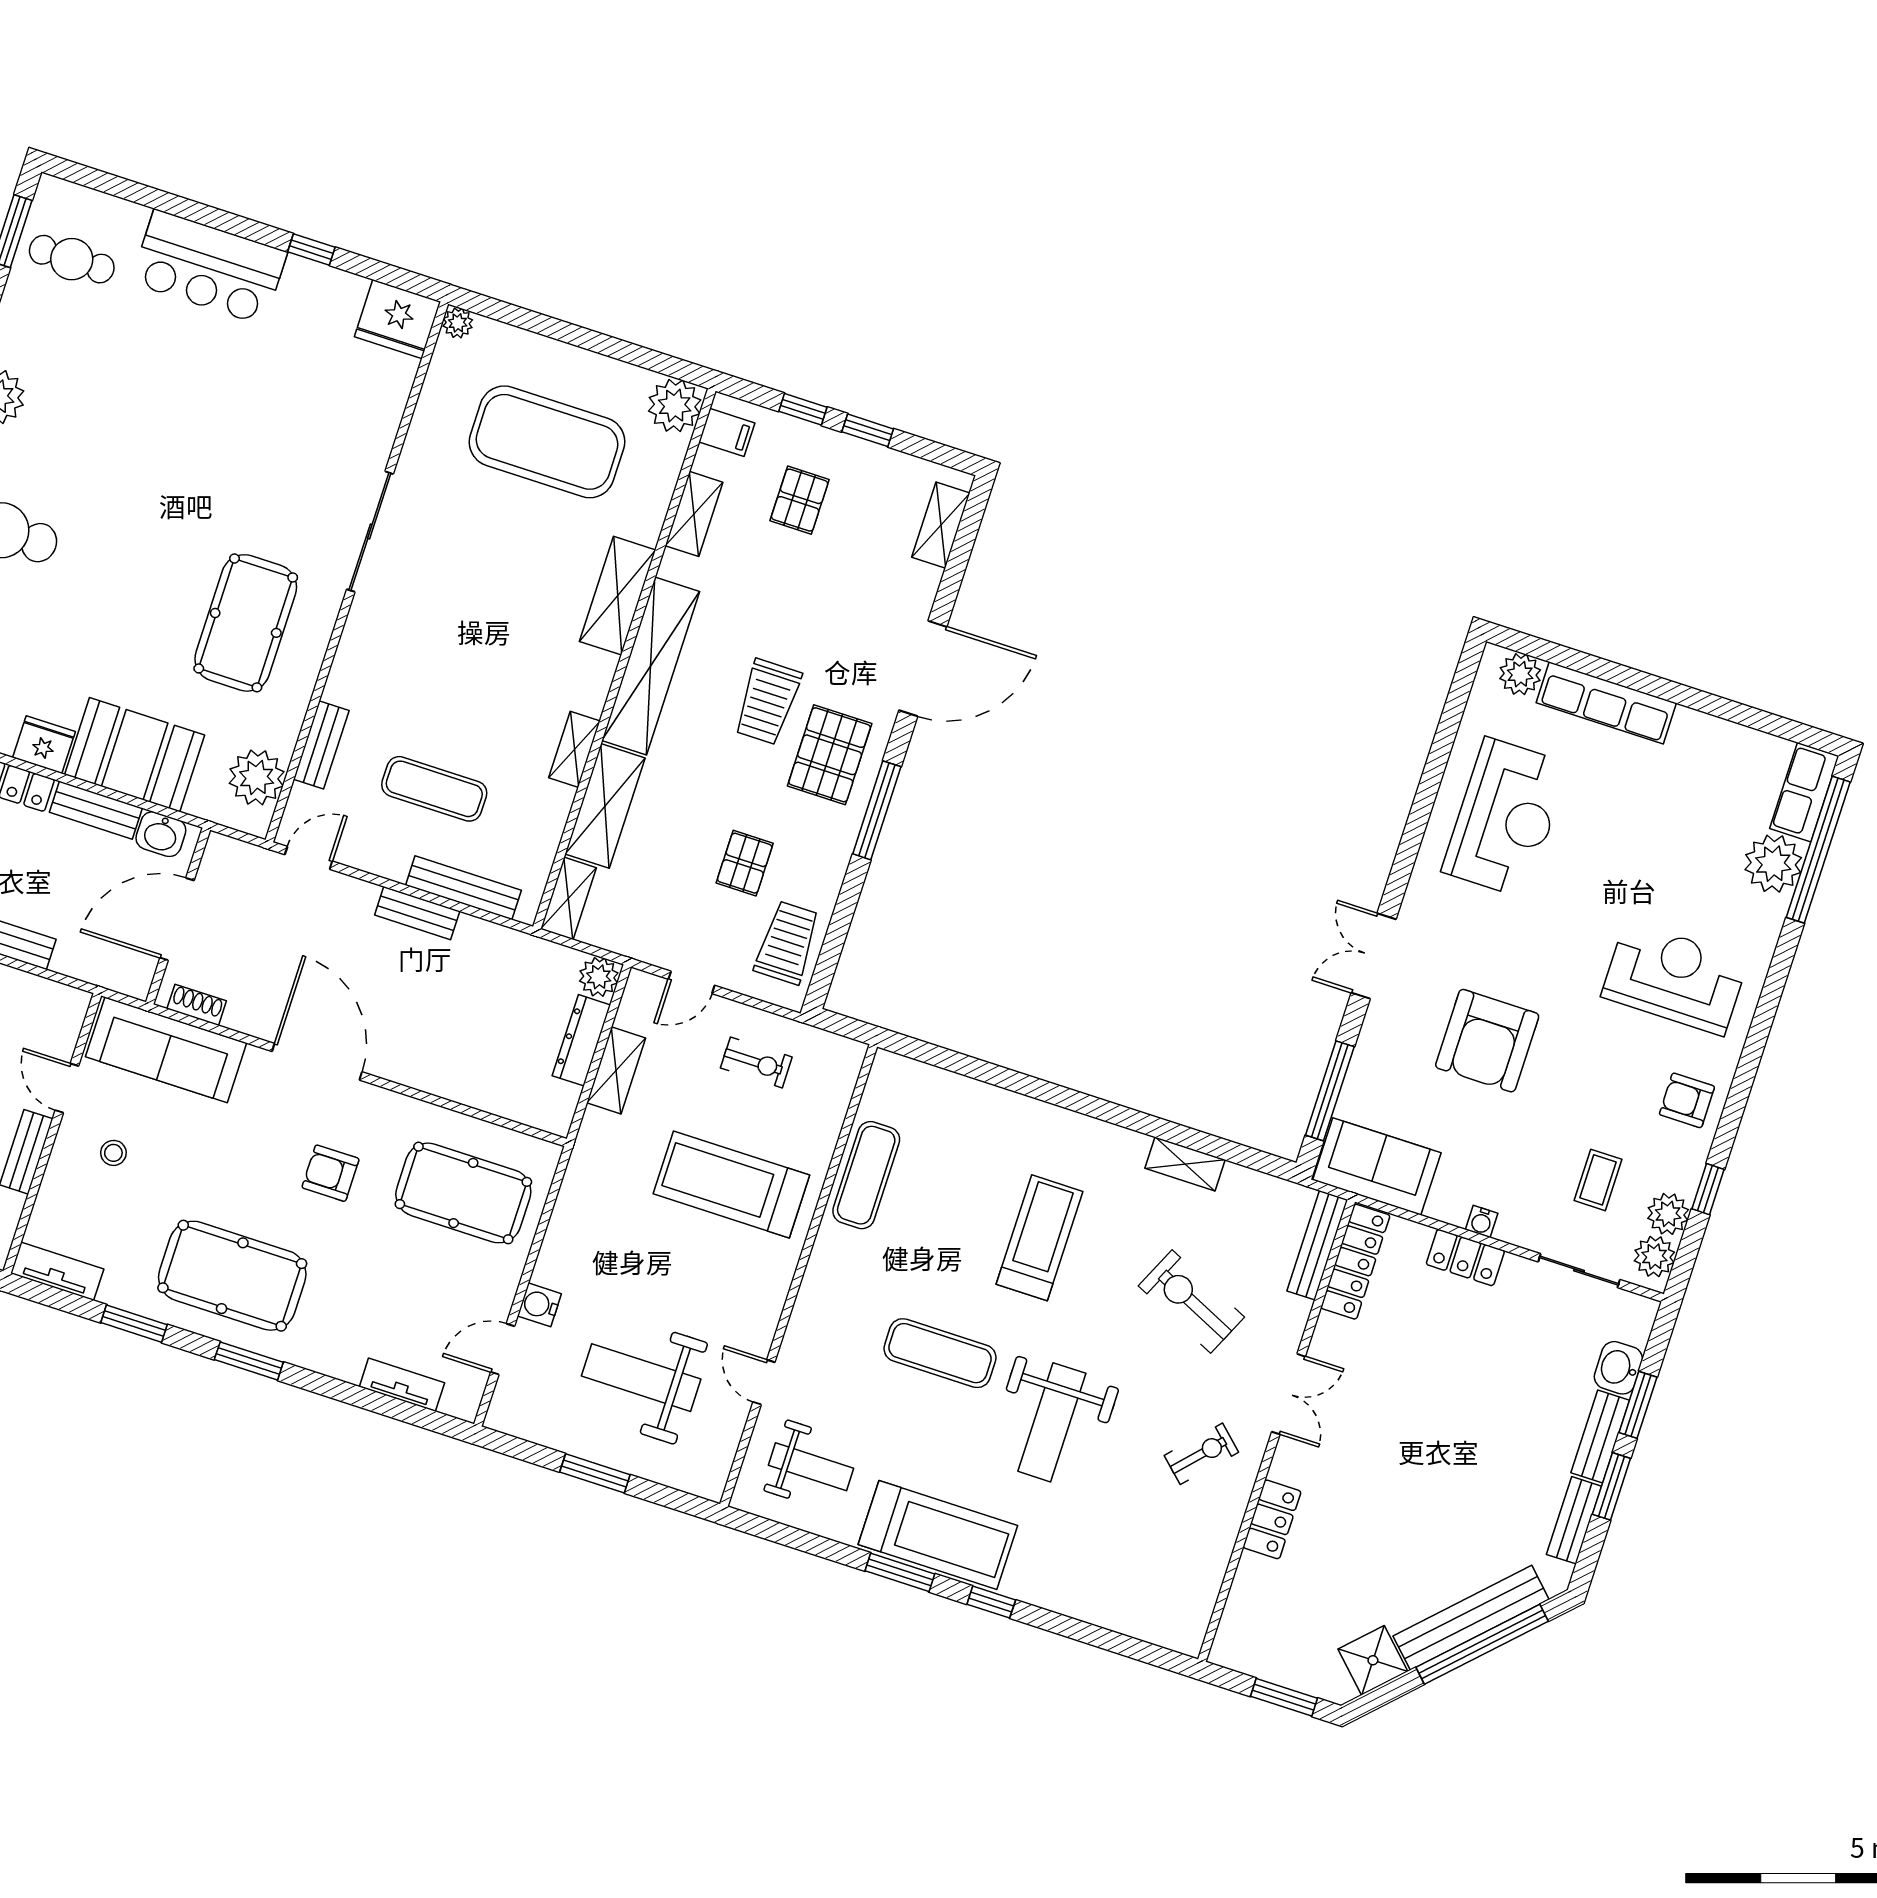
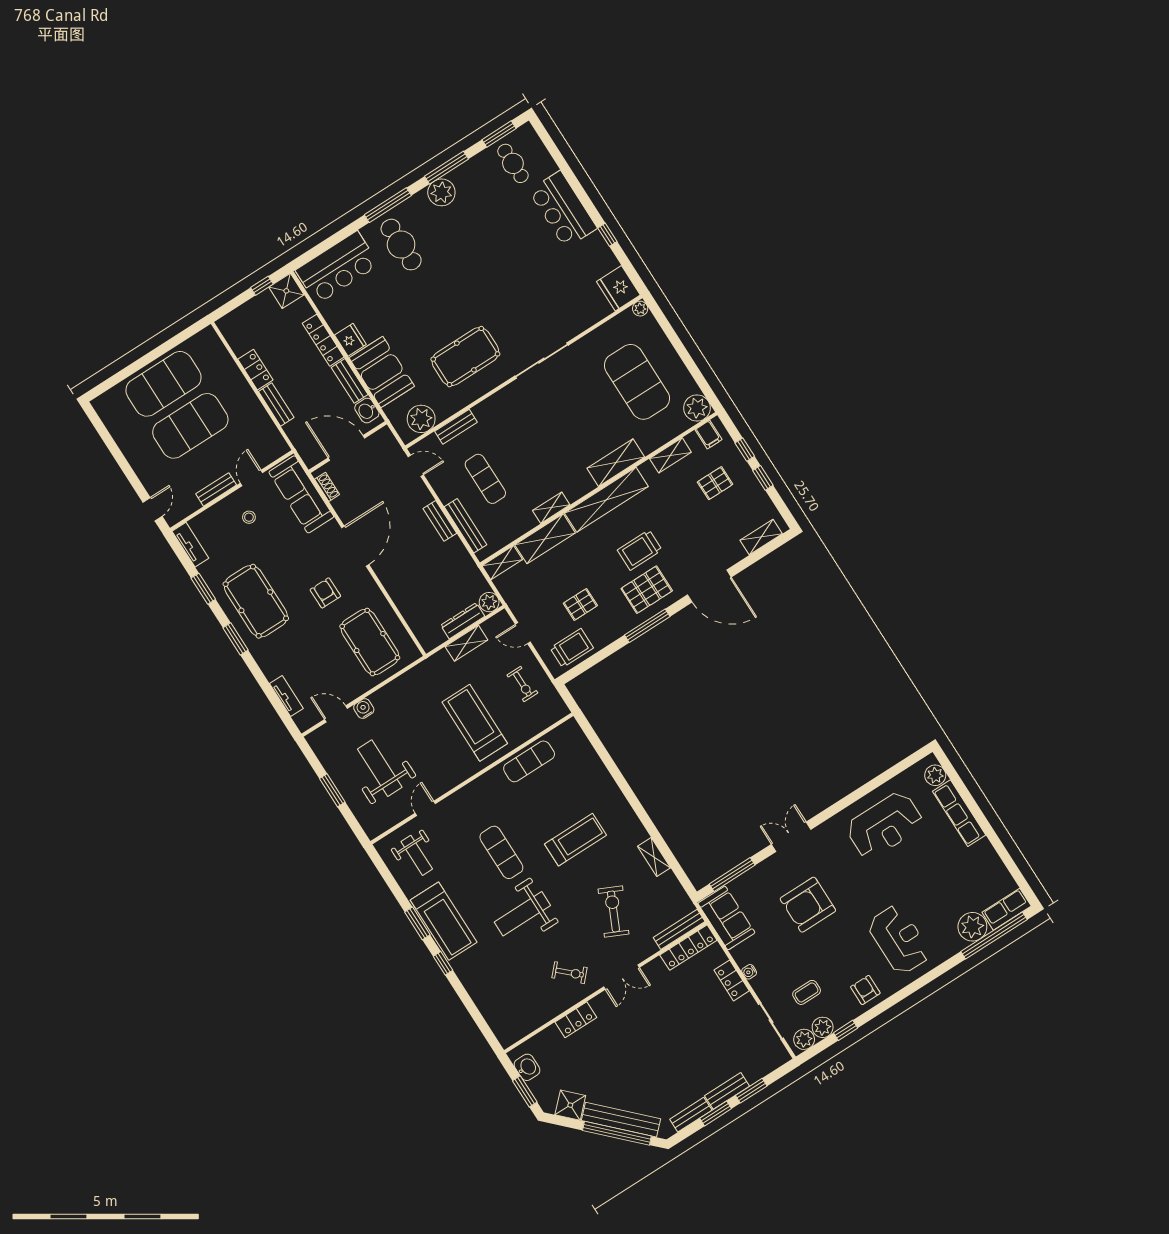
washbasin: (1618, 1368) -> (527, 1067), moved, turned 90

